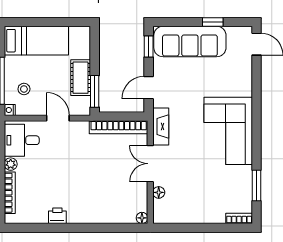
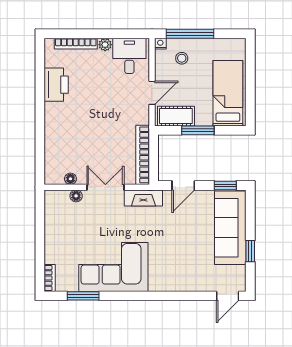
bed: (36, 41) -> (228, 93), moved, turned 180
cot: (81, 78) -> (176, 116), moved
door: (149, 88) -> (183, 186), swing flipped
window: (95, 91) -> (198, 130), moved
corner sofa: (228, 131) -> (113, 267), moved
printer: (57, 216) -> (56, 85), width x1.87, depth x1.48
floor lamp: (142, 218) -> (70, 179), moved

